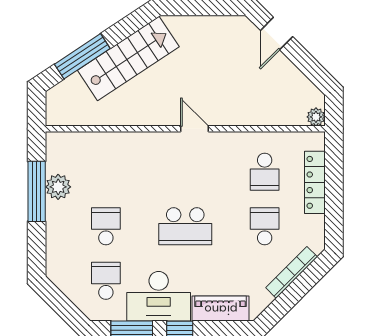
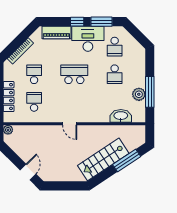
washbasin: (94, 144) -> (121, 116), added
school desk: (265, 226) -> (34, 74), turned 180

